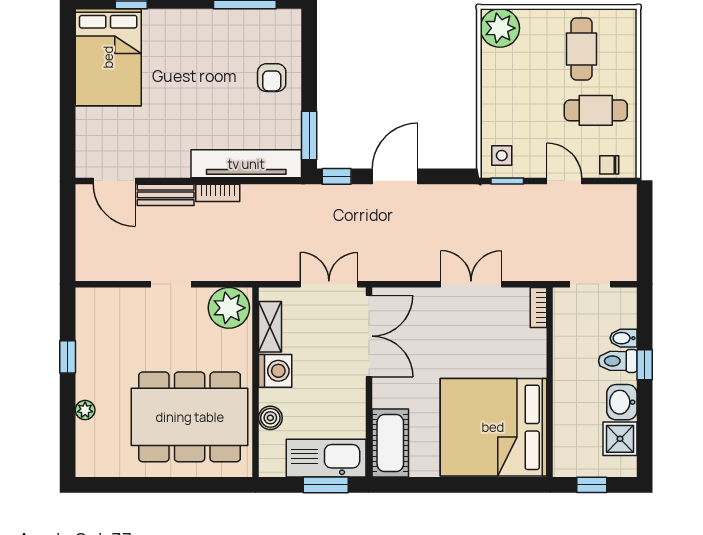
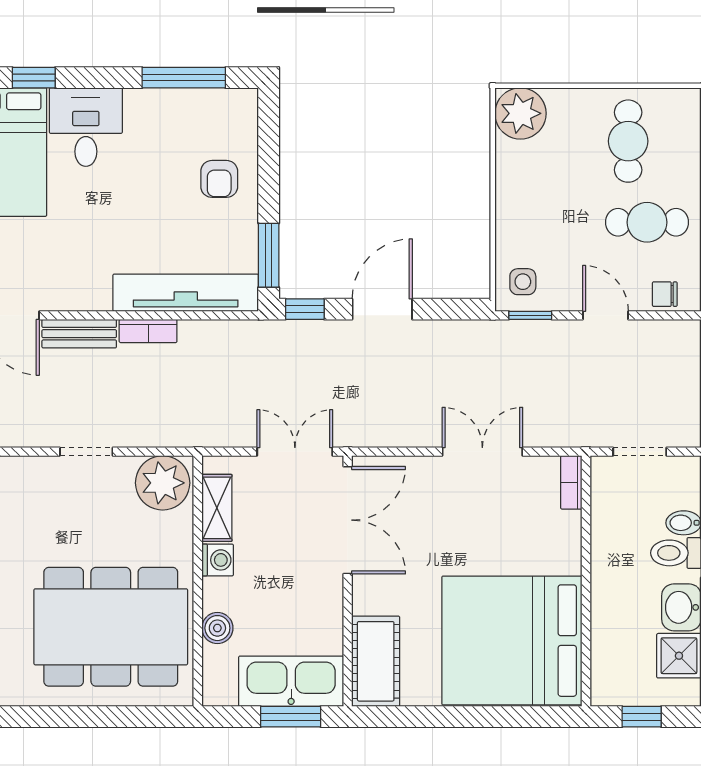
desk: (171, 38) -> (86, 127), added
washing machine: (275, 371) -> (218, 560), width x0.73, depth x0.73

